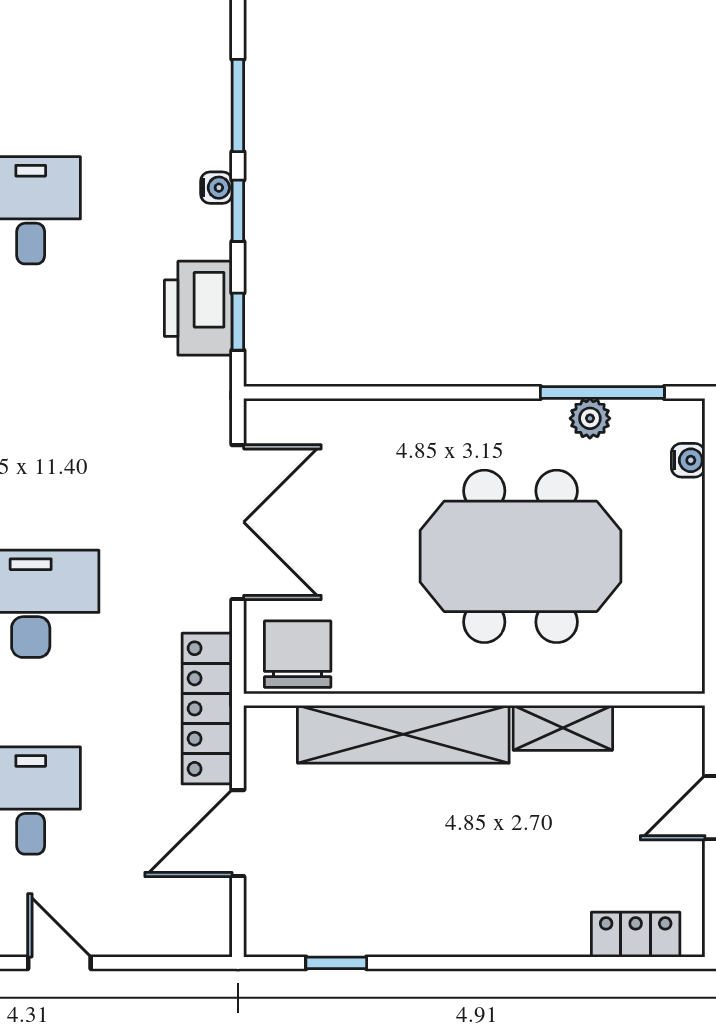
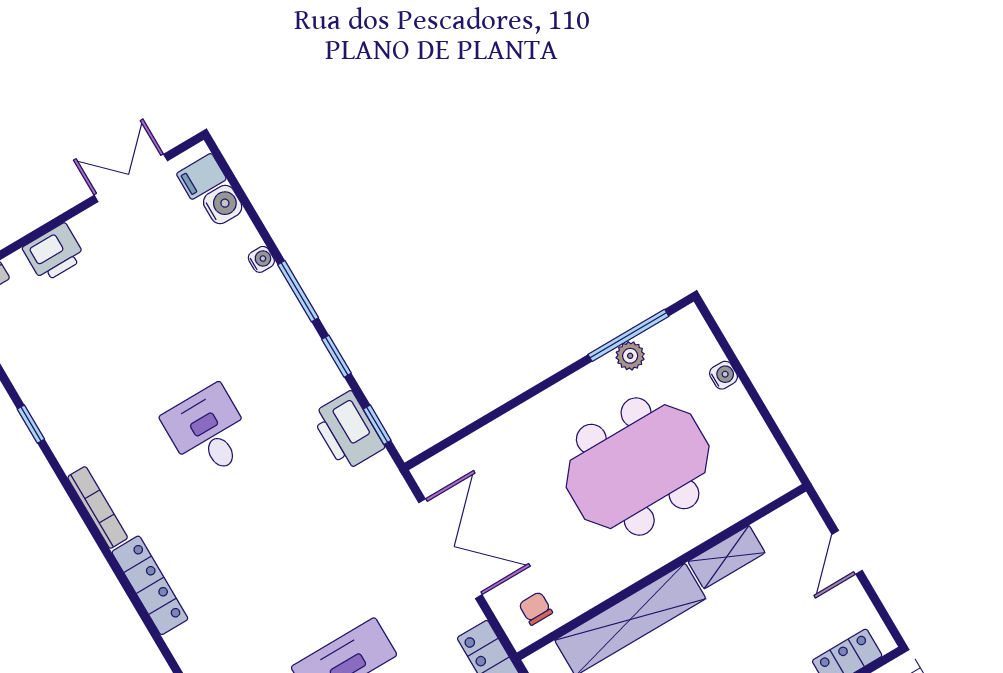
water cooler: (216, 188) -> (261, 259), moved
water cooler: (688, 460) -> (723, 375), moved
chair: (298, 654) -> (536, 608), width x0.54, depth x0.54

